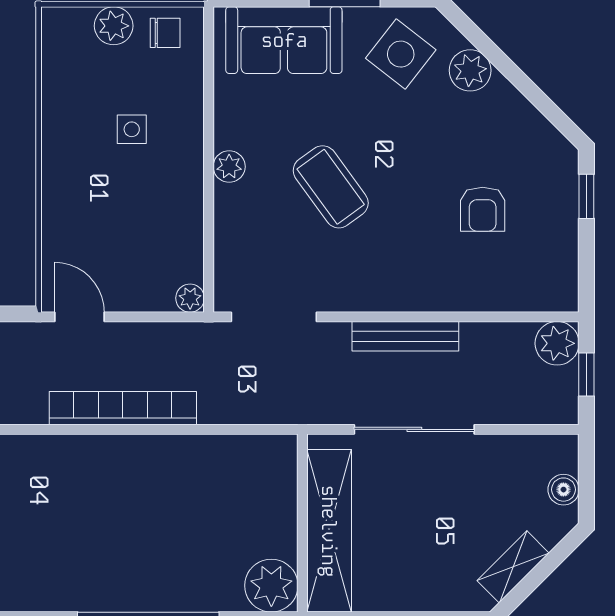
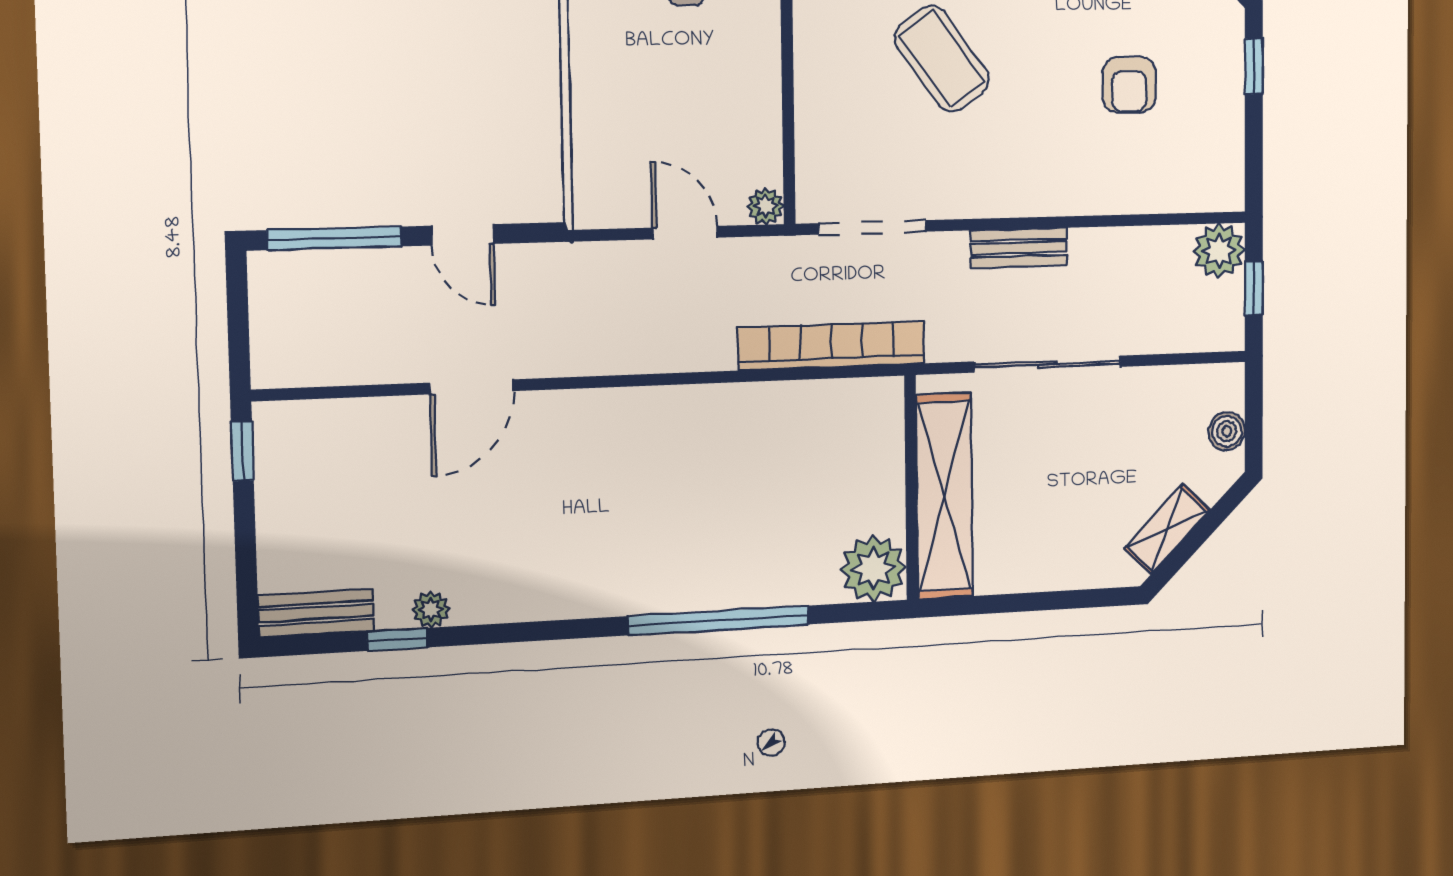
plant: (229, 167) -> (813, 34), removed
door: (79, 317) -> (685, 233), moved
bench: (405, 336) -> (1019, 248), width x0.73
bookcase: (123, 408) -> (832, 346), moved

